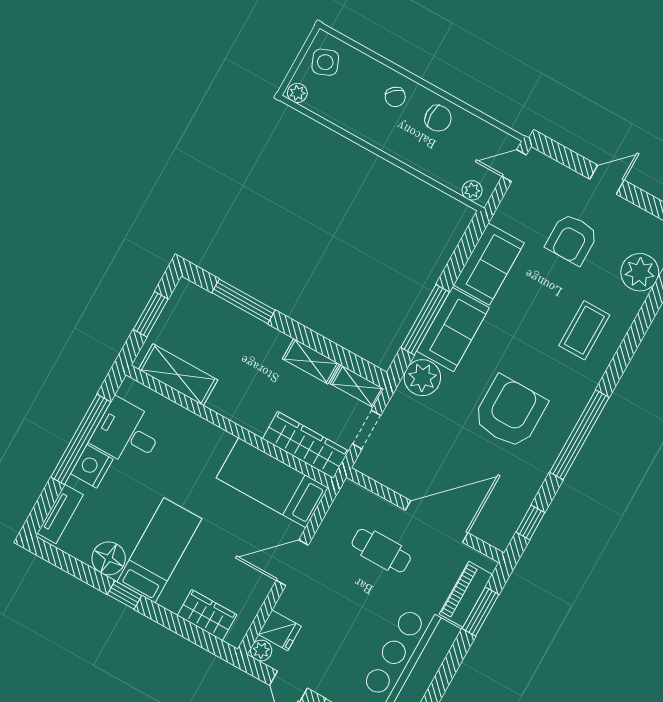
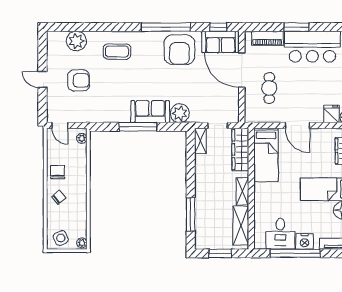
sofa: (489, 264) -> (220, 42), moved, turned 180
window: (425, 320) -> (138, 127), moved
shelving: (311, 361) -> (242, 191), moved
armchair: (510, 412) -> (179, 50), moved, turned -90
window: (481, 612) -> (297, 27), moved

